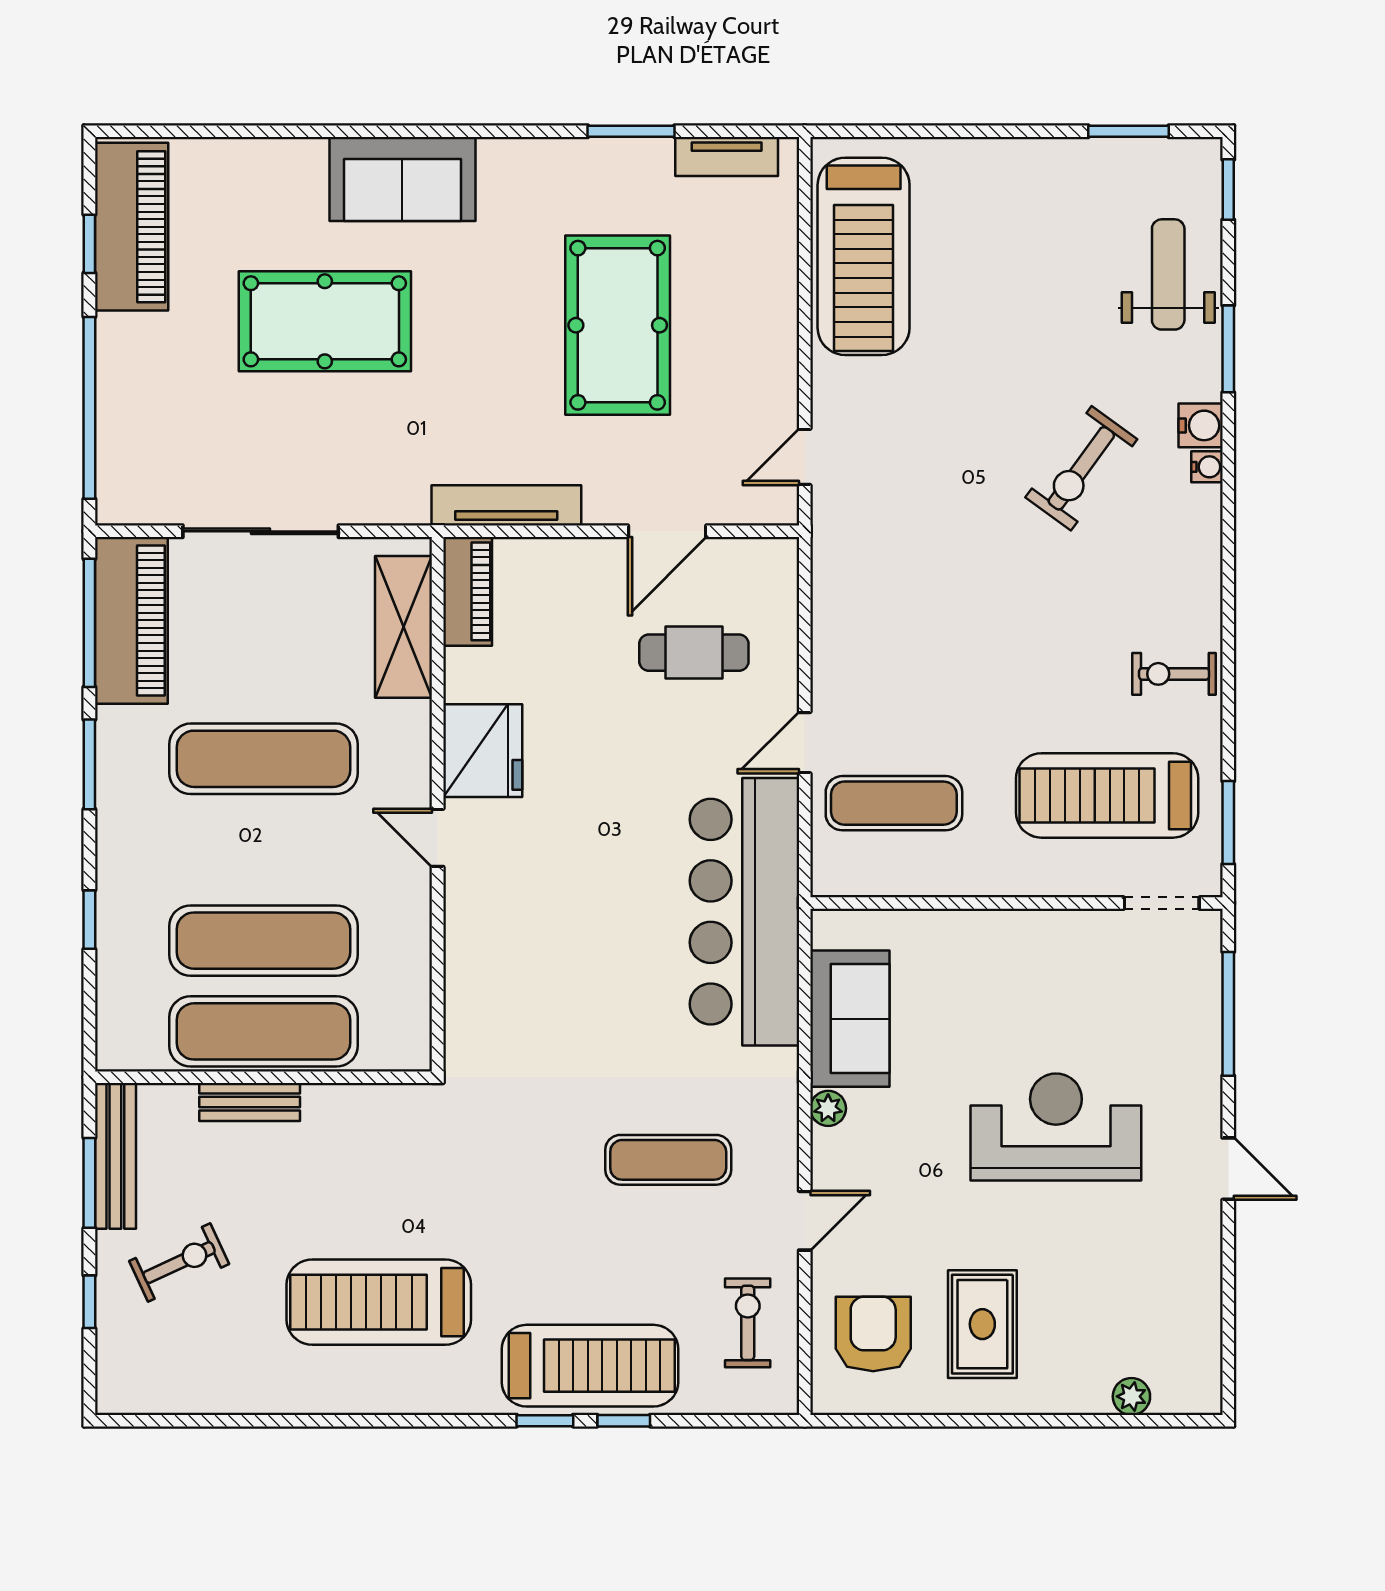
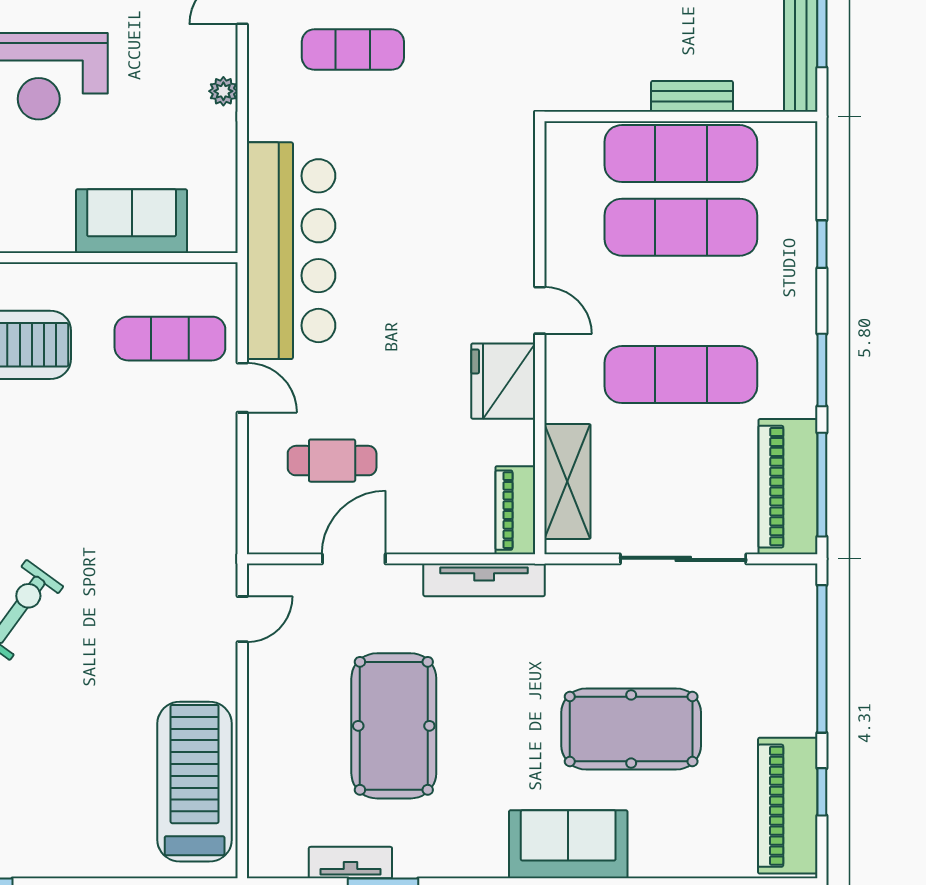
tv unit: (727, 156) -> (350, 863), moved
door: (805, 743) -> (242, 388), hinge flipped
sofa: (850, 1019) -> (132, 221), moved, turned 90

